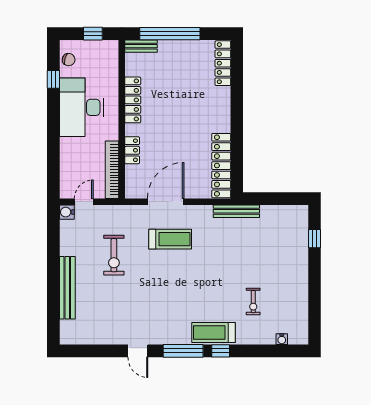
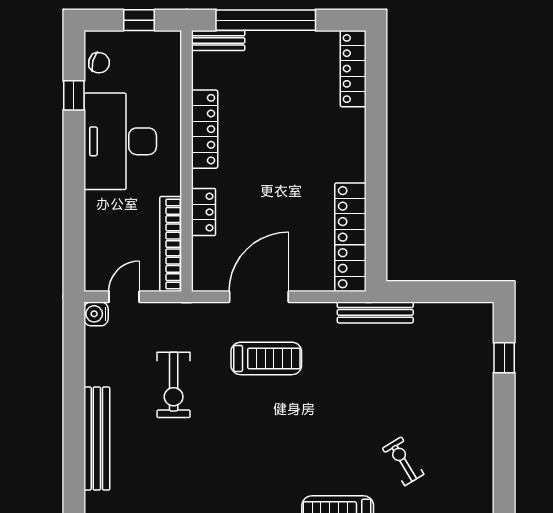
exercise bike: (253, 302) -> (403, 461), turned 149

